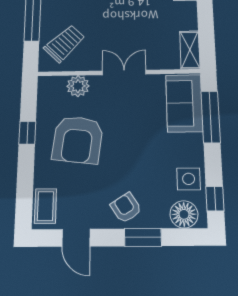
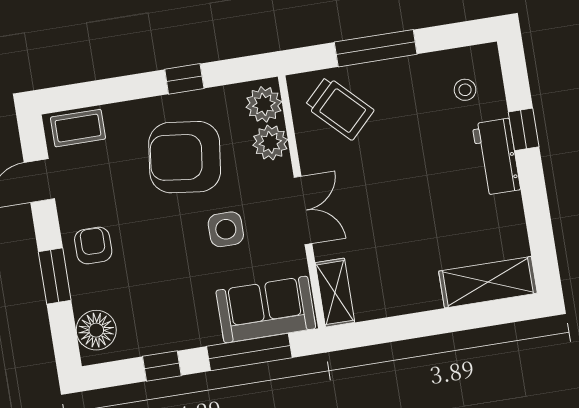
shelving: (190, 50) -> (335, 293), moved, turned 90
plant: (53, 87) -> (264, 104), added
side table: (189, 179) -> (226, 229), moved
window: (215, 199) -> (162, 366), moved
armchair: (126, 208) -> (93, 246), turned -57

